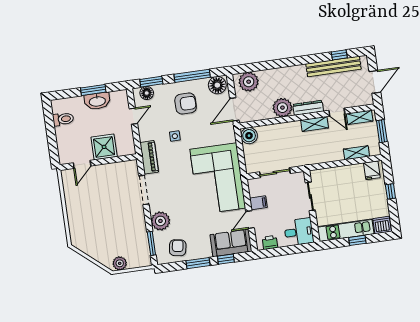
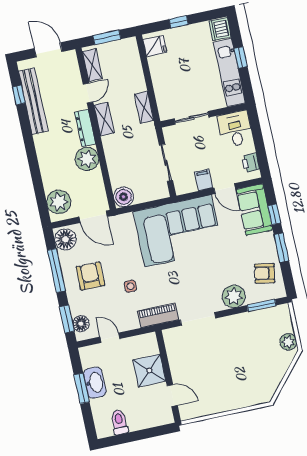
shelving: (356, 153) -> (144, 107), moved

